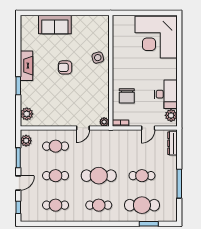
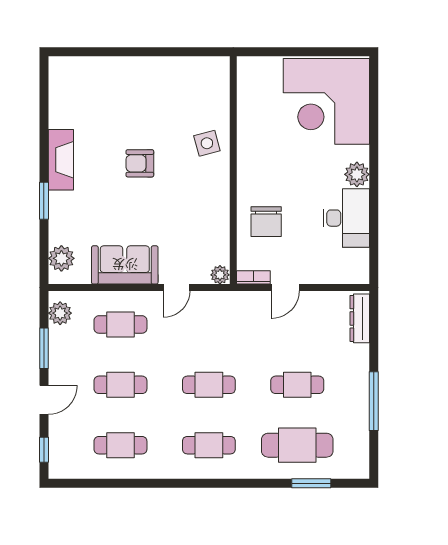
sofa: (55, 24) -> (125, 265), moved, turned 180
plant: (171, 115) -> (357, 174), moved
door: (148, 128) -> (285, 287), moved
cafe table: (99, 176) -> (209, 385), width x0.73, depth x0.74

